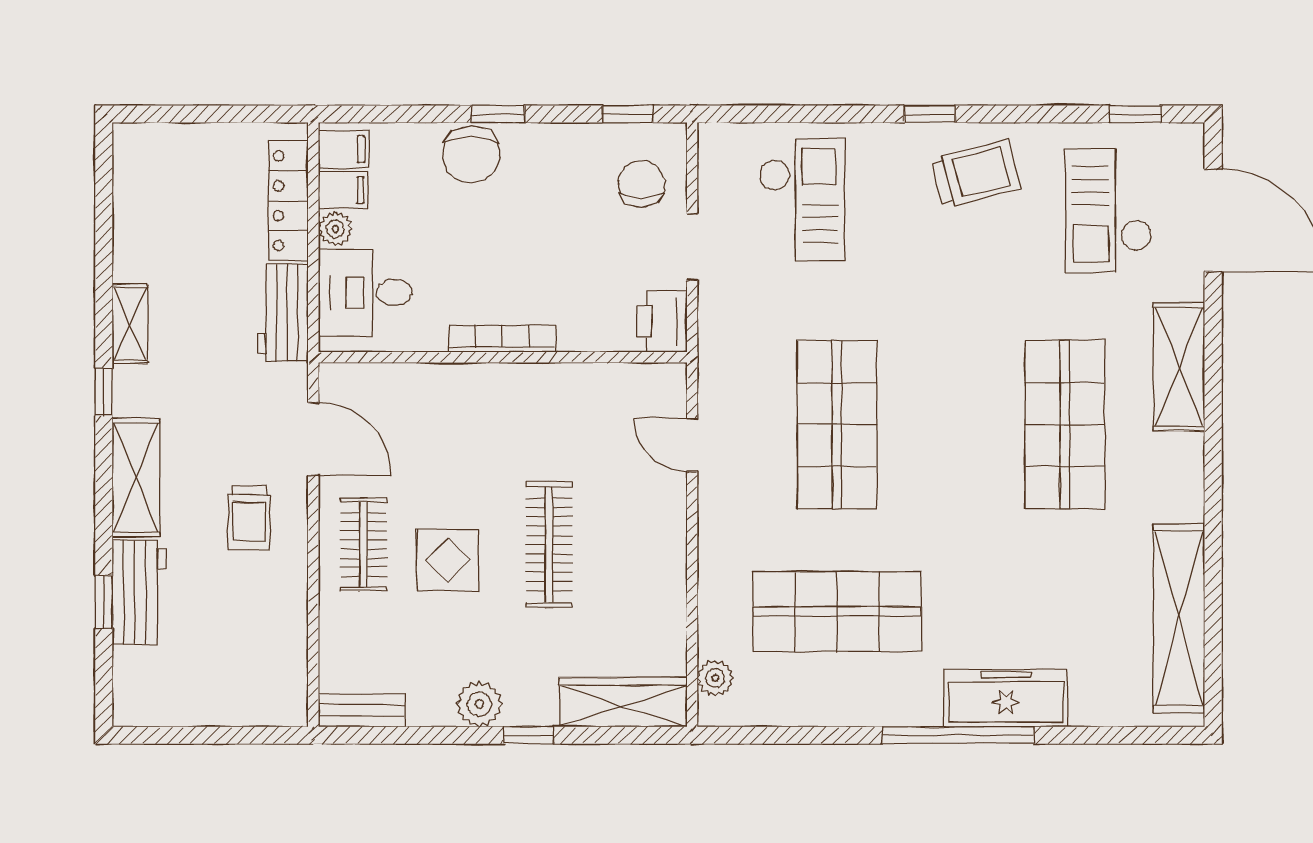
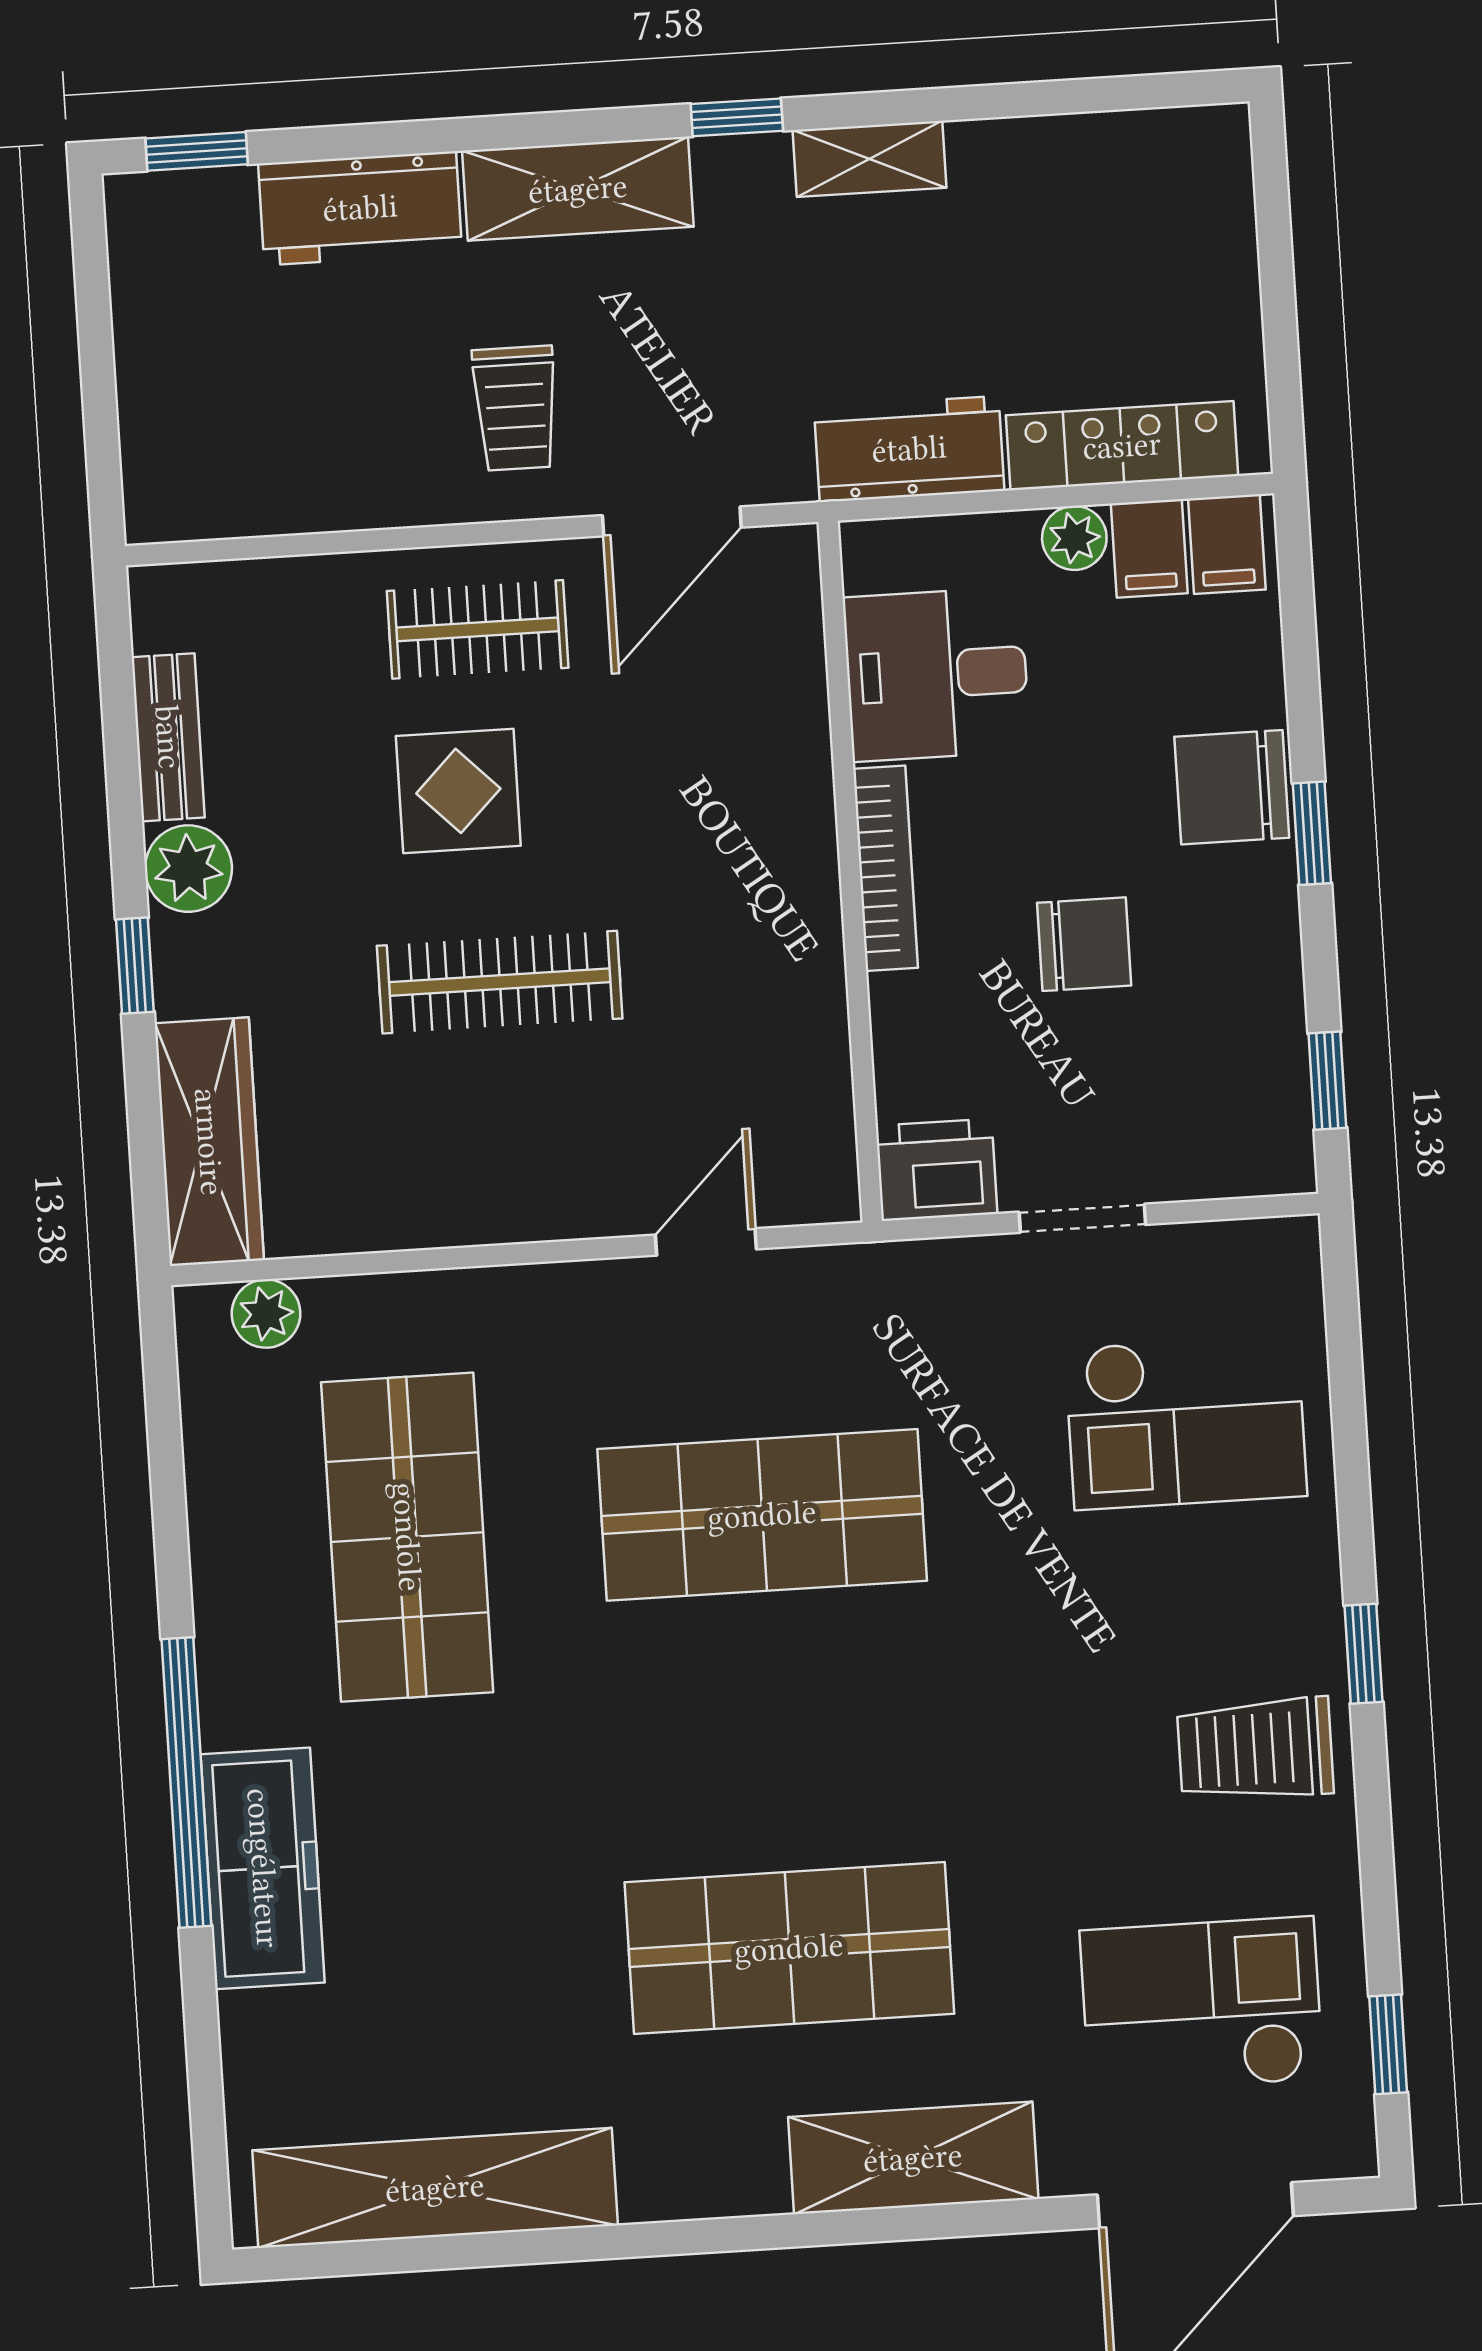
trolley: (976, 174) -> (1255, 1749), turned 104
chair: (641, 184) -> (1084, 944), moved
desk: (365, 293) -> (937, 674), moved, turned -90
trolley: (249, 517) -> (515, 408), turned -90
window: (104, 602) -> (197, 151), moved
bench: (362, 710) -> (168, 737), moved

